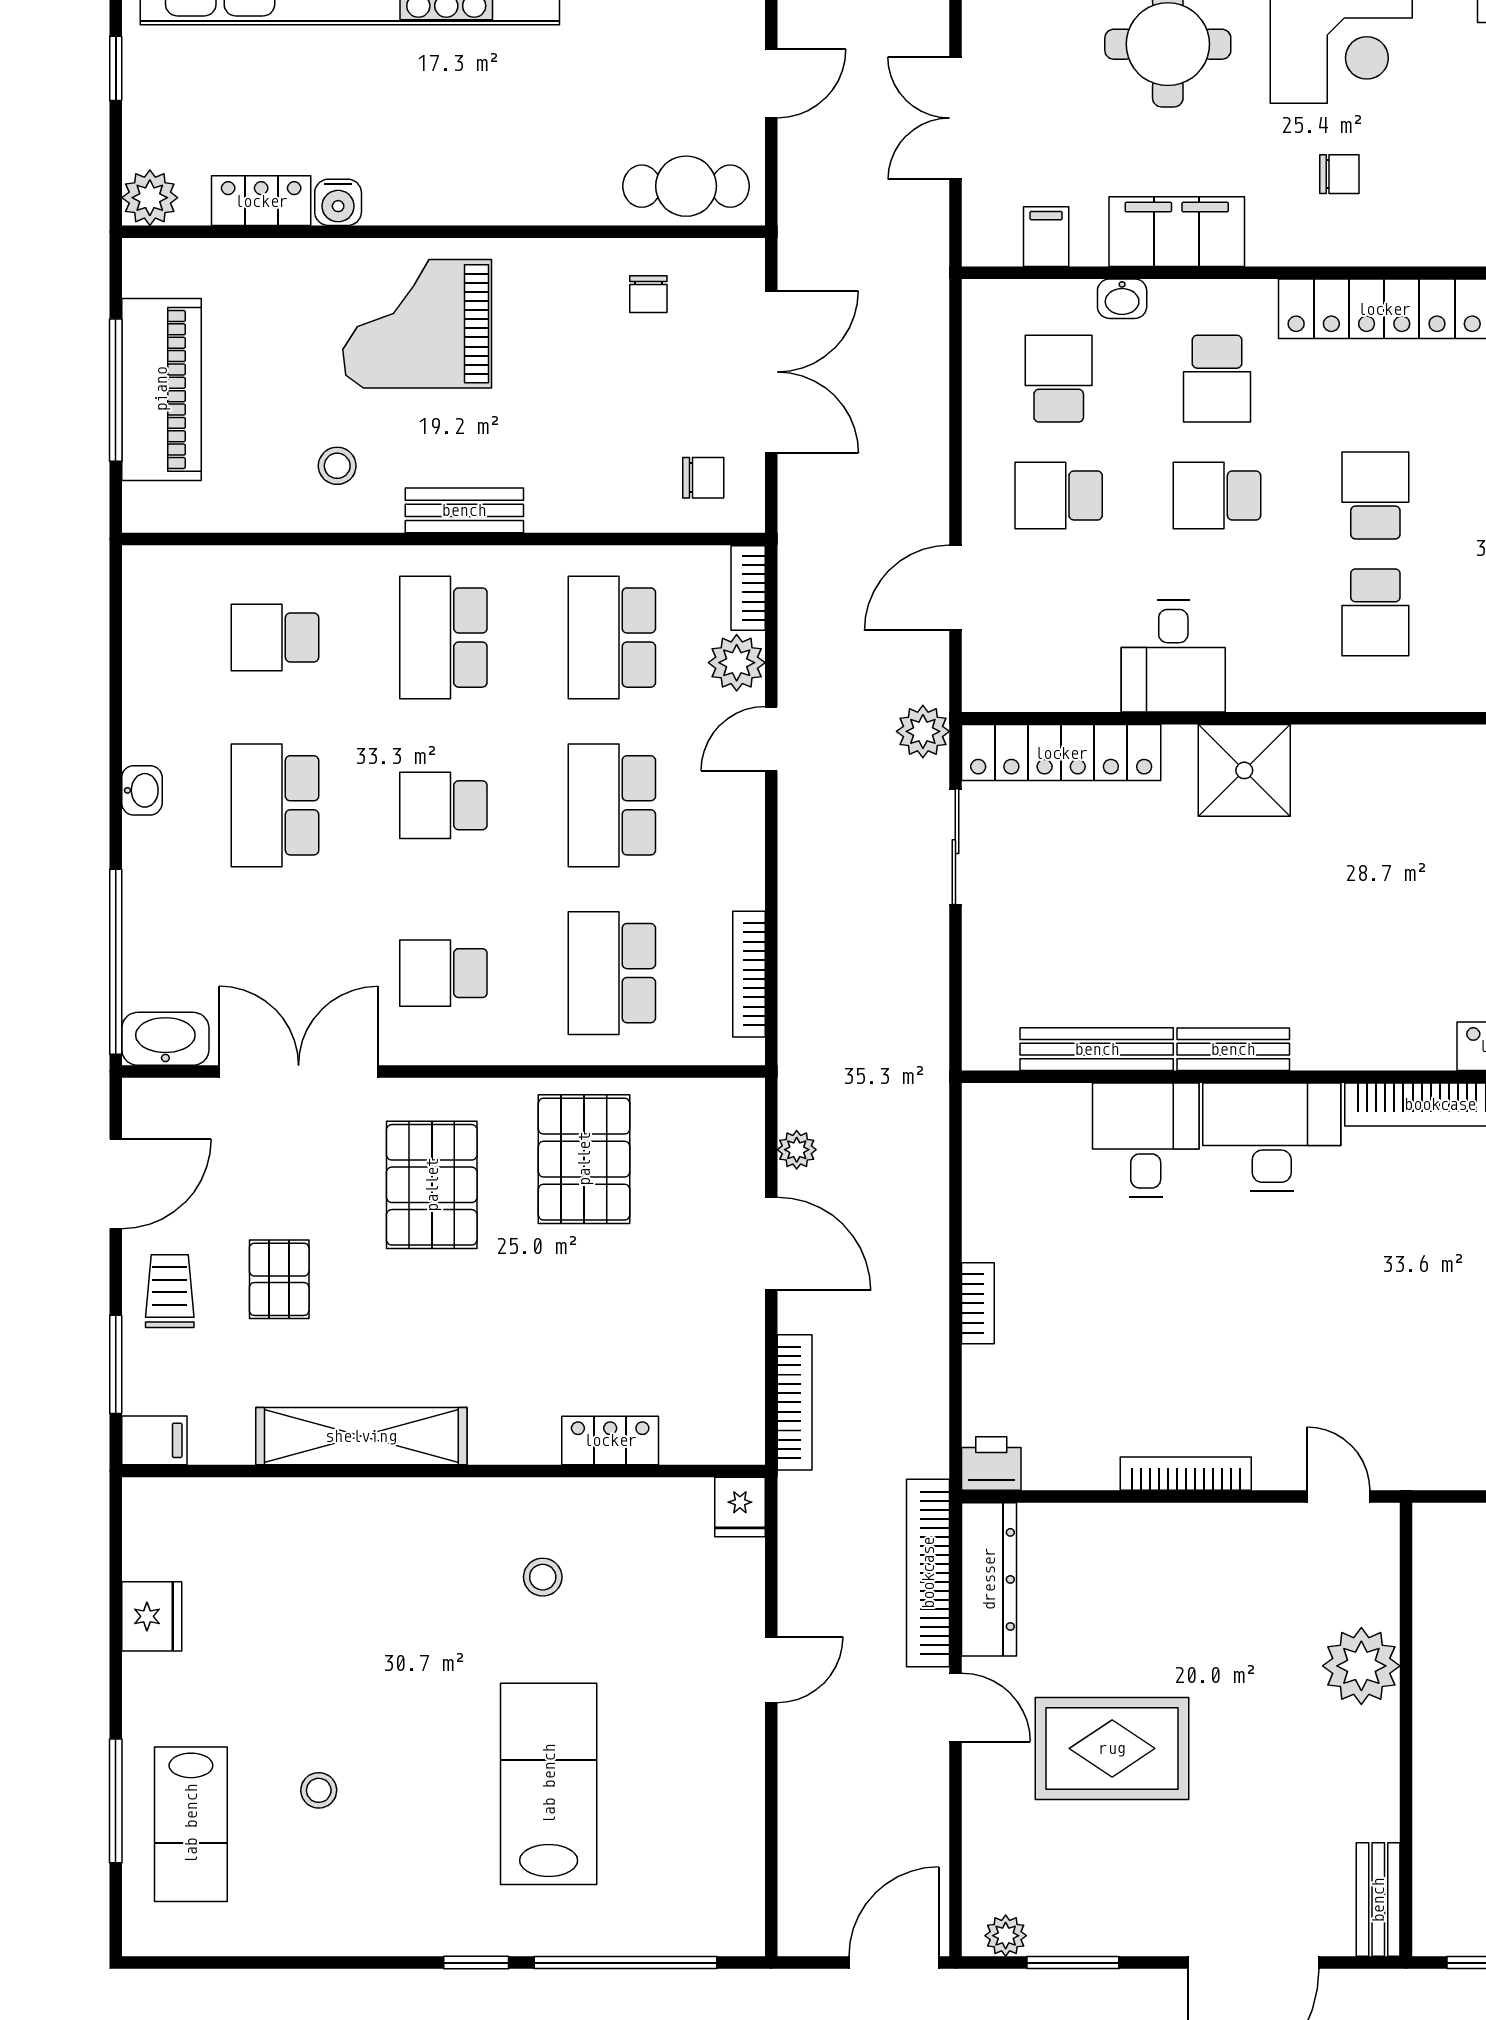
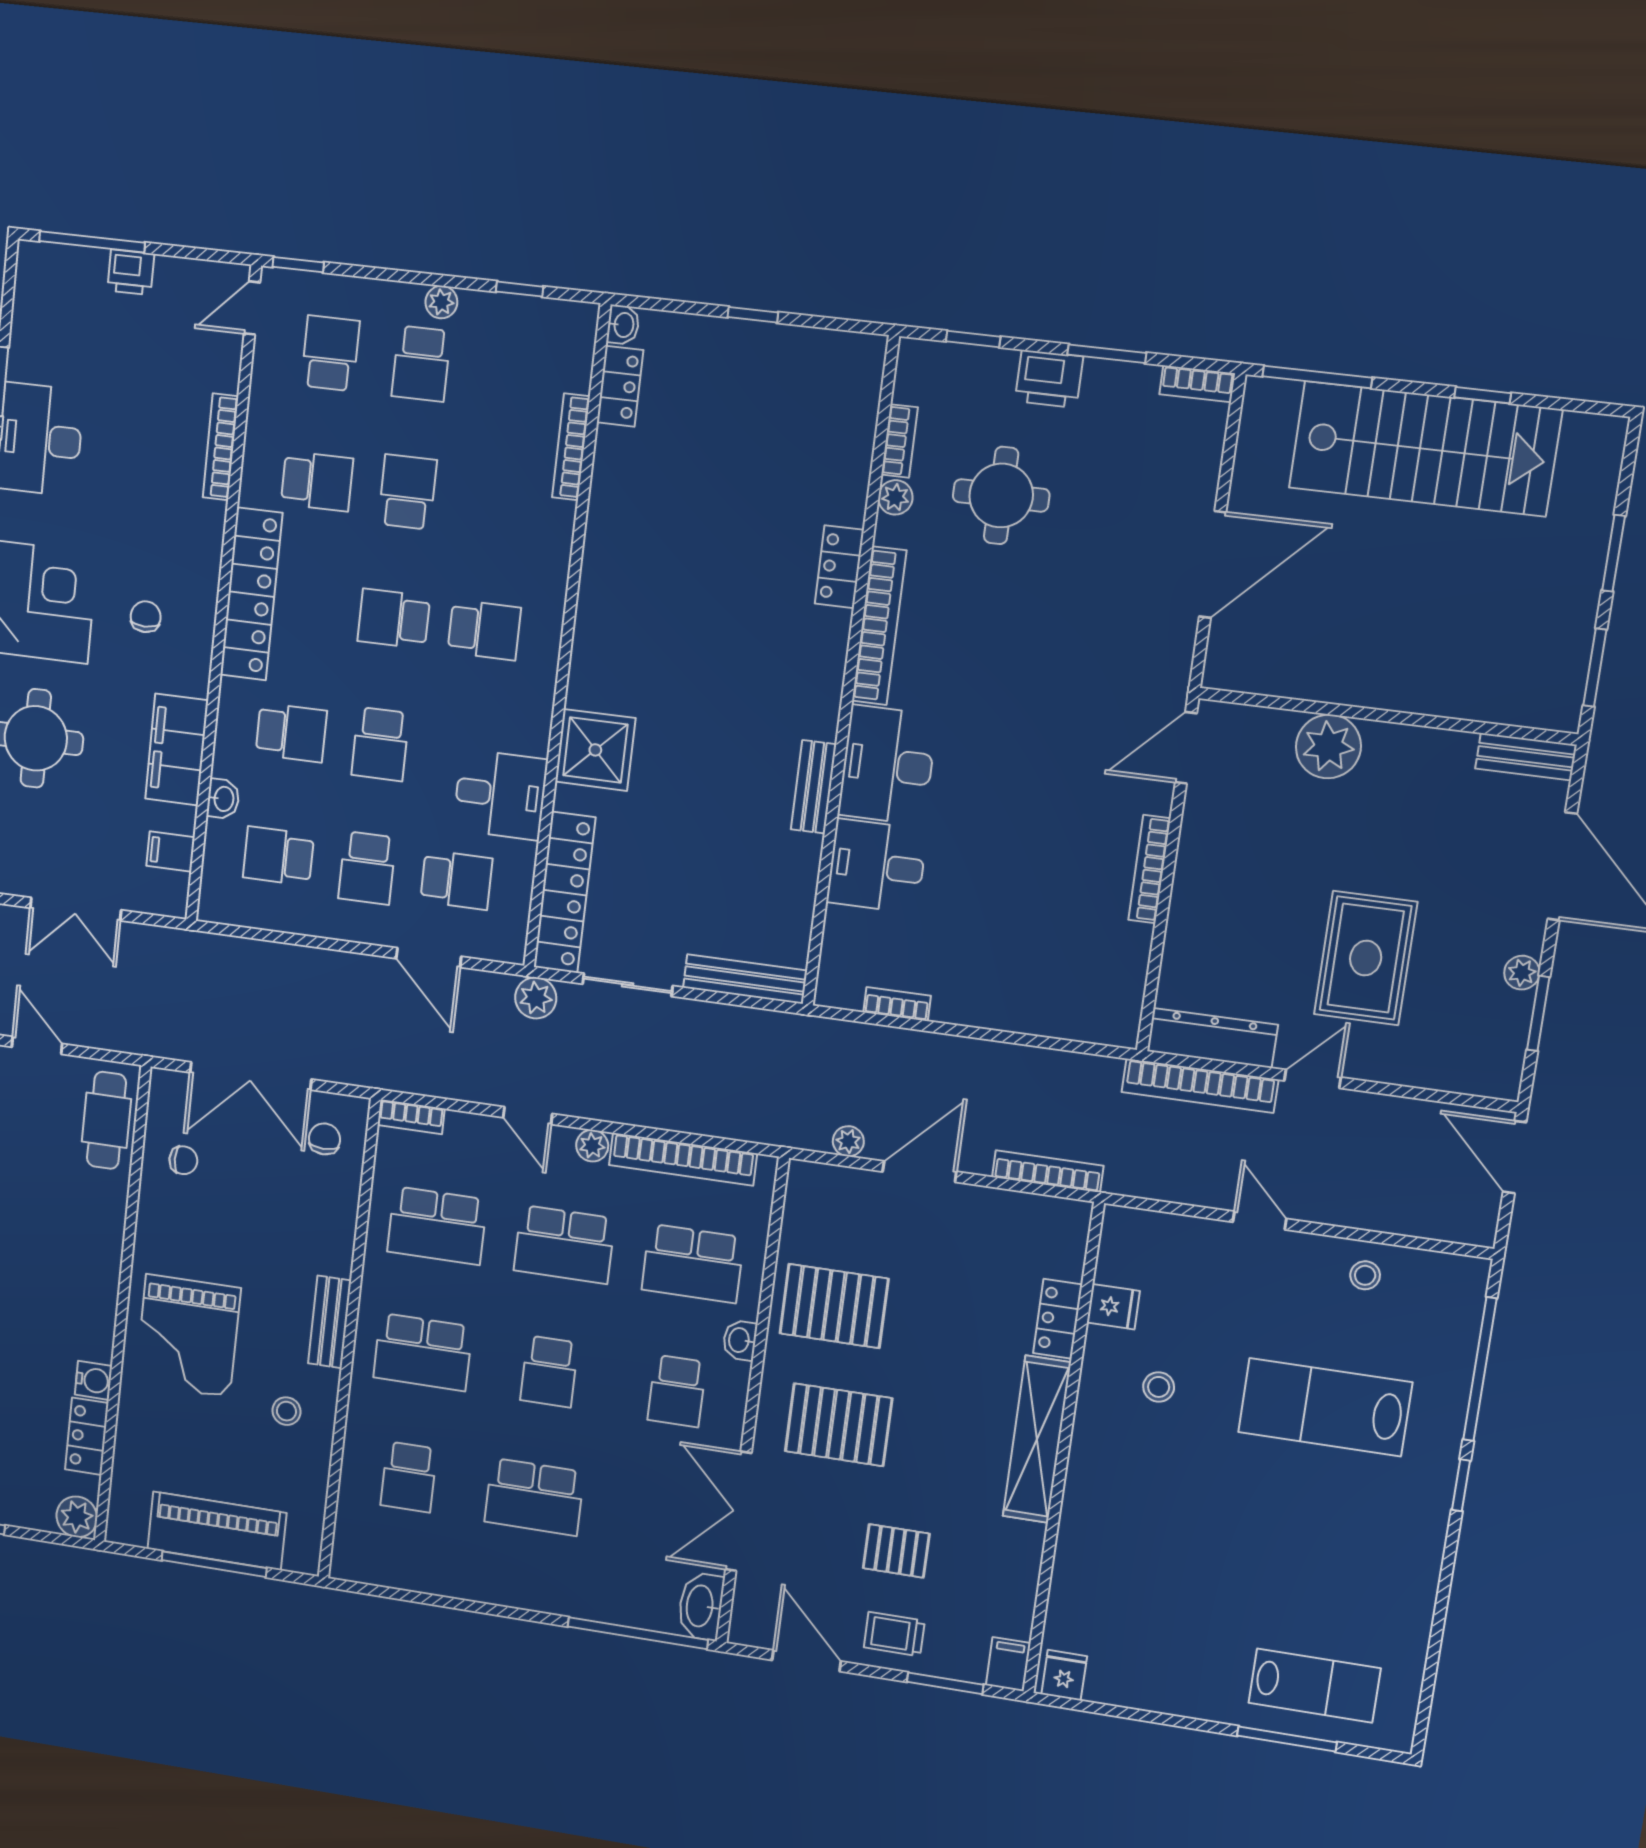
double door: (771, 372) -> (251, 1076), swing flipped
school desk: (1059, 612) -> (456, 880), added
plant: (737, 663) -> (592, 1146), moved, width x0.73, depth x0.73
washbasin: (142, 790) -> (740, 1340), moved, turned -90
bookcase: (749, 974) -> (683, 1159), width x1.48, depth x1.31
bench: (1097, 1049) -> (745, 979), moved, turned 90
bookcase: (978, 1303) -> (897, 1004), moved
shelving: (361, 1436) -> (1037, 1439), moved
printer: (991, 1463) -> (1119, 1023), removed
door: (1338, 1497) -> (1186, 748), width x1.38
fridge: (740, 1507) -> (1113, 1307), moved
fridge: (152, 1616) -> (1064, 1675), moved, width x0.72
stool: (319, 1790) -> (1365, 1275), moved
plant: (1006, 1936) -> (1522, 973), moved

